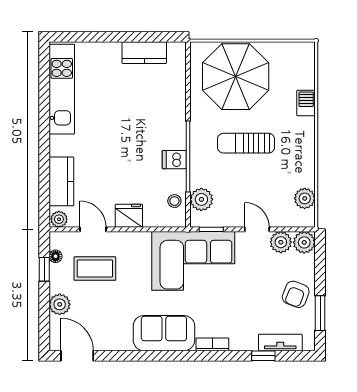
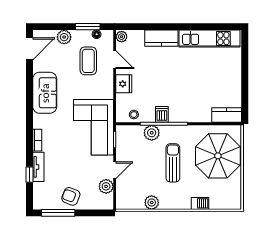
kitchen counter: (144, 53) -> (227, 115), moved, turned 90
kitchen counter: (61, 181) -> (161, 38), moved
plant: (305, 198) -> (152, 202), moved
plant: (201, 199) -> (152, 133), moved
door: (93, 229) -> (115, 60), hinge flipped
plant: (304, 242) -> (106, 202), removed
window: (44, 269) -> (88, 27), width x1.50
window: (320, 313) -> (58, 213), width x1.44
sofa: (164, 333) -> (45, 93), moved
tv unit: (280, 342) -> (38, 167), moved

